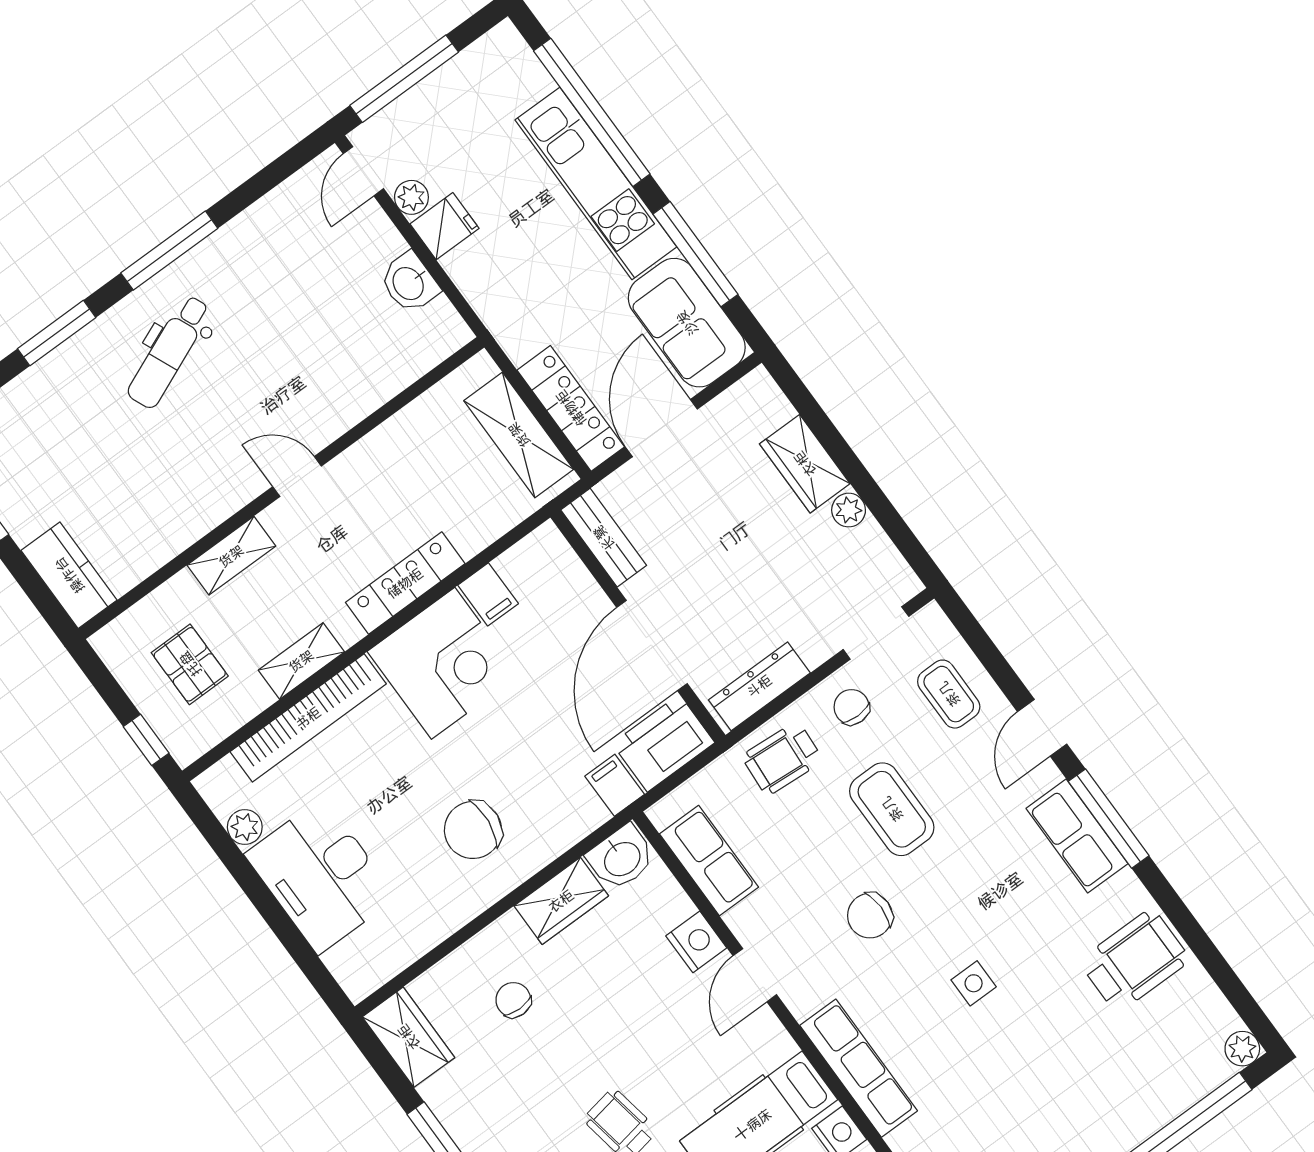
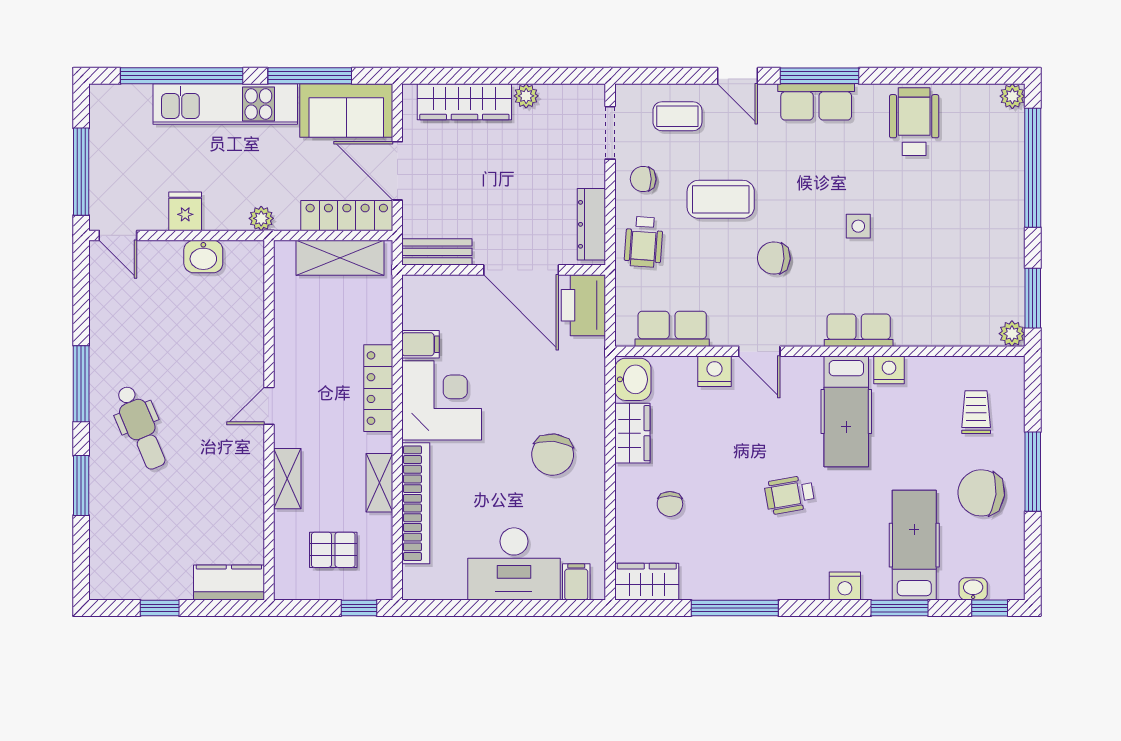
plant: (411, 197) -> (261, 218), moved
wardrobe: (805, 464) -> (464, 102), width x1.50
filing cabinet: (615, 785) -> (576, 582), moved, turned 90
plant: (245, 827) -> (453, 588), removed
chair: (870, 916) -> (774, 258), turned 93
chair: (513, 1000) -> (670, 504), turned -90
row of seats: (859, 1068) -> (859, 330), width x0.68

